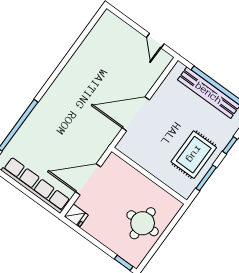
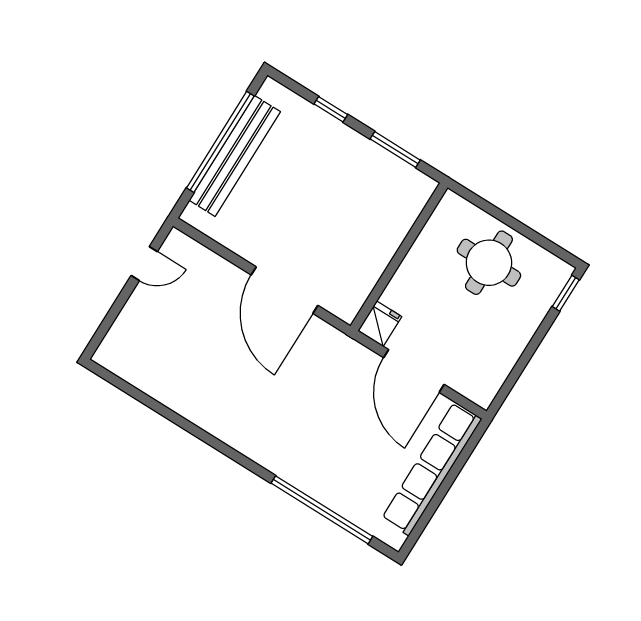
rug: (194, 155) -> (353, 176), removed
fridge: (76, 216) -> (380, 324), moved

